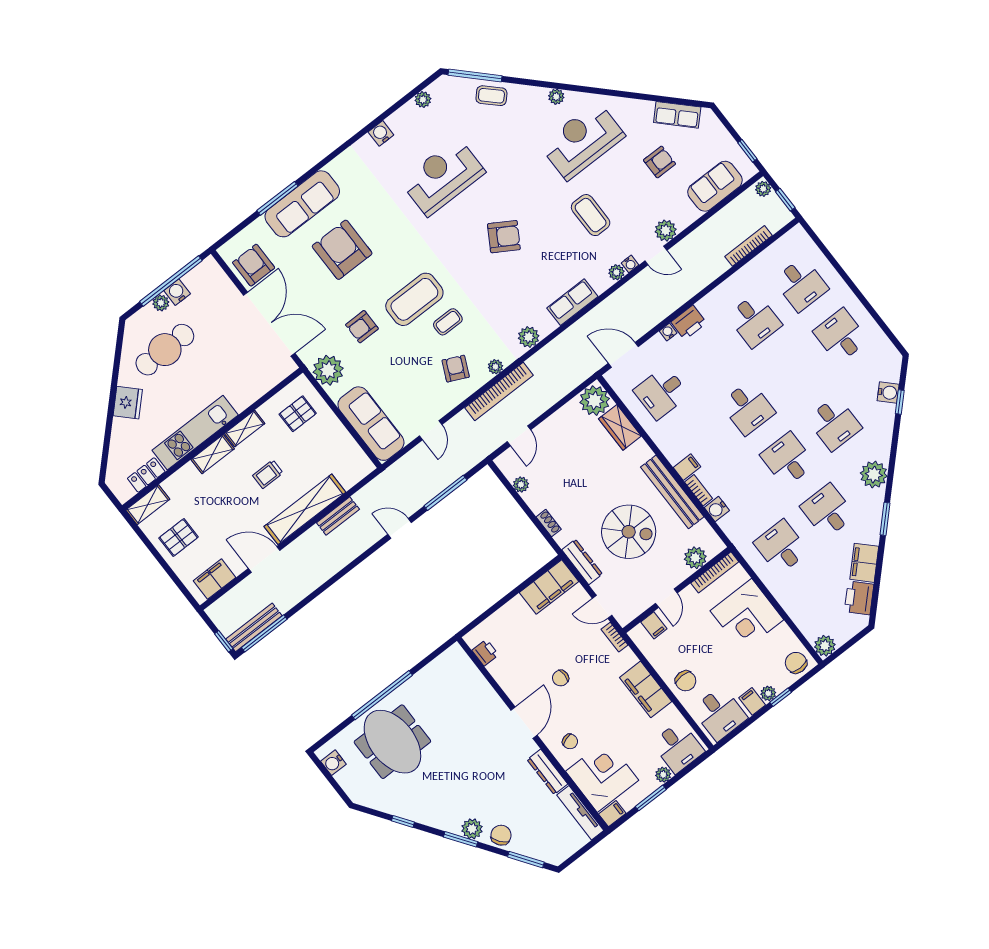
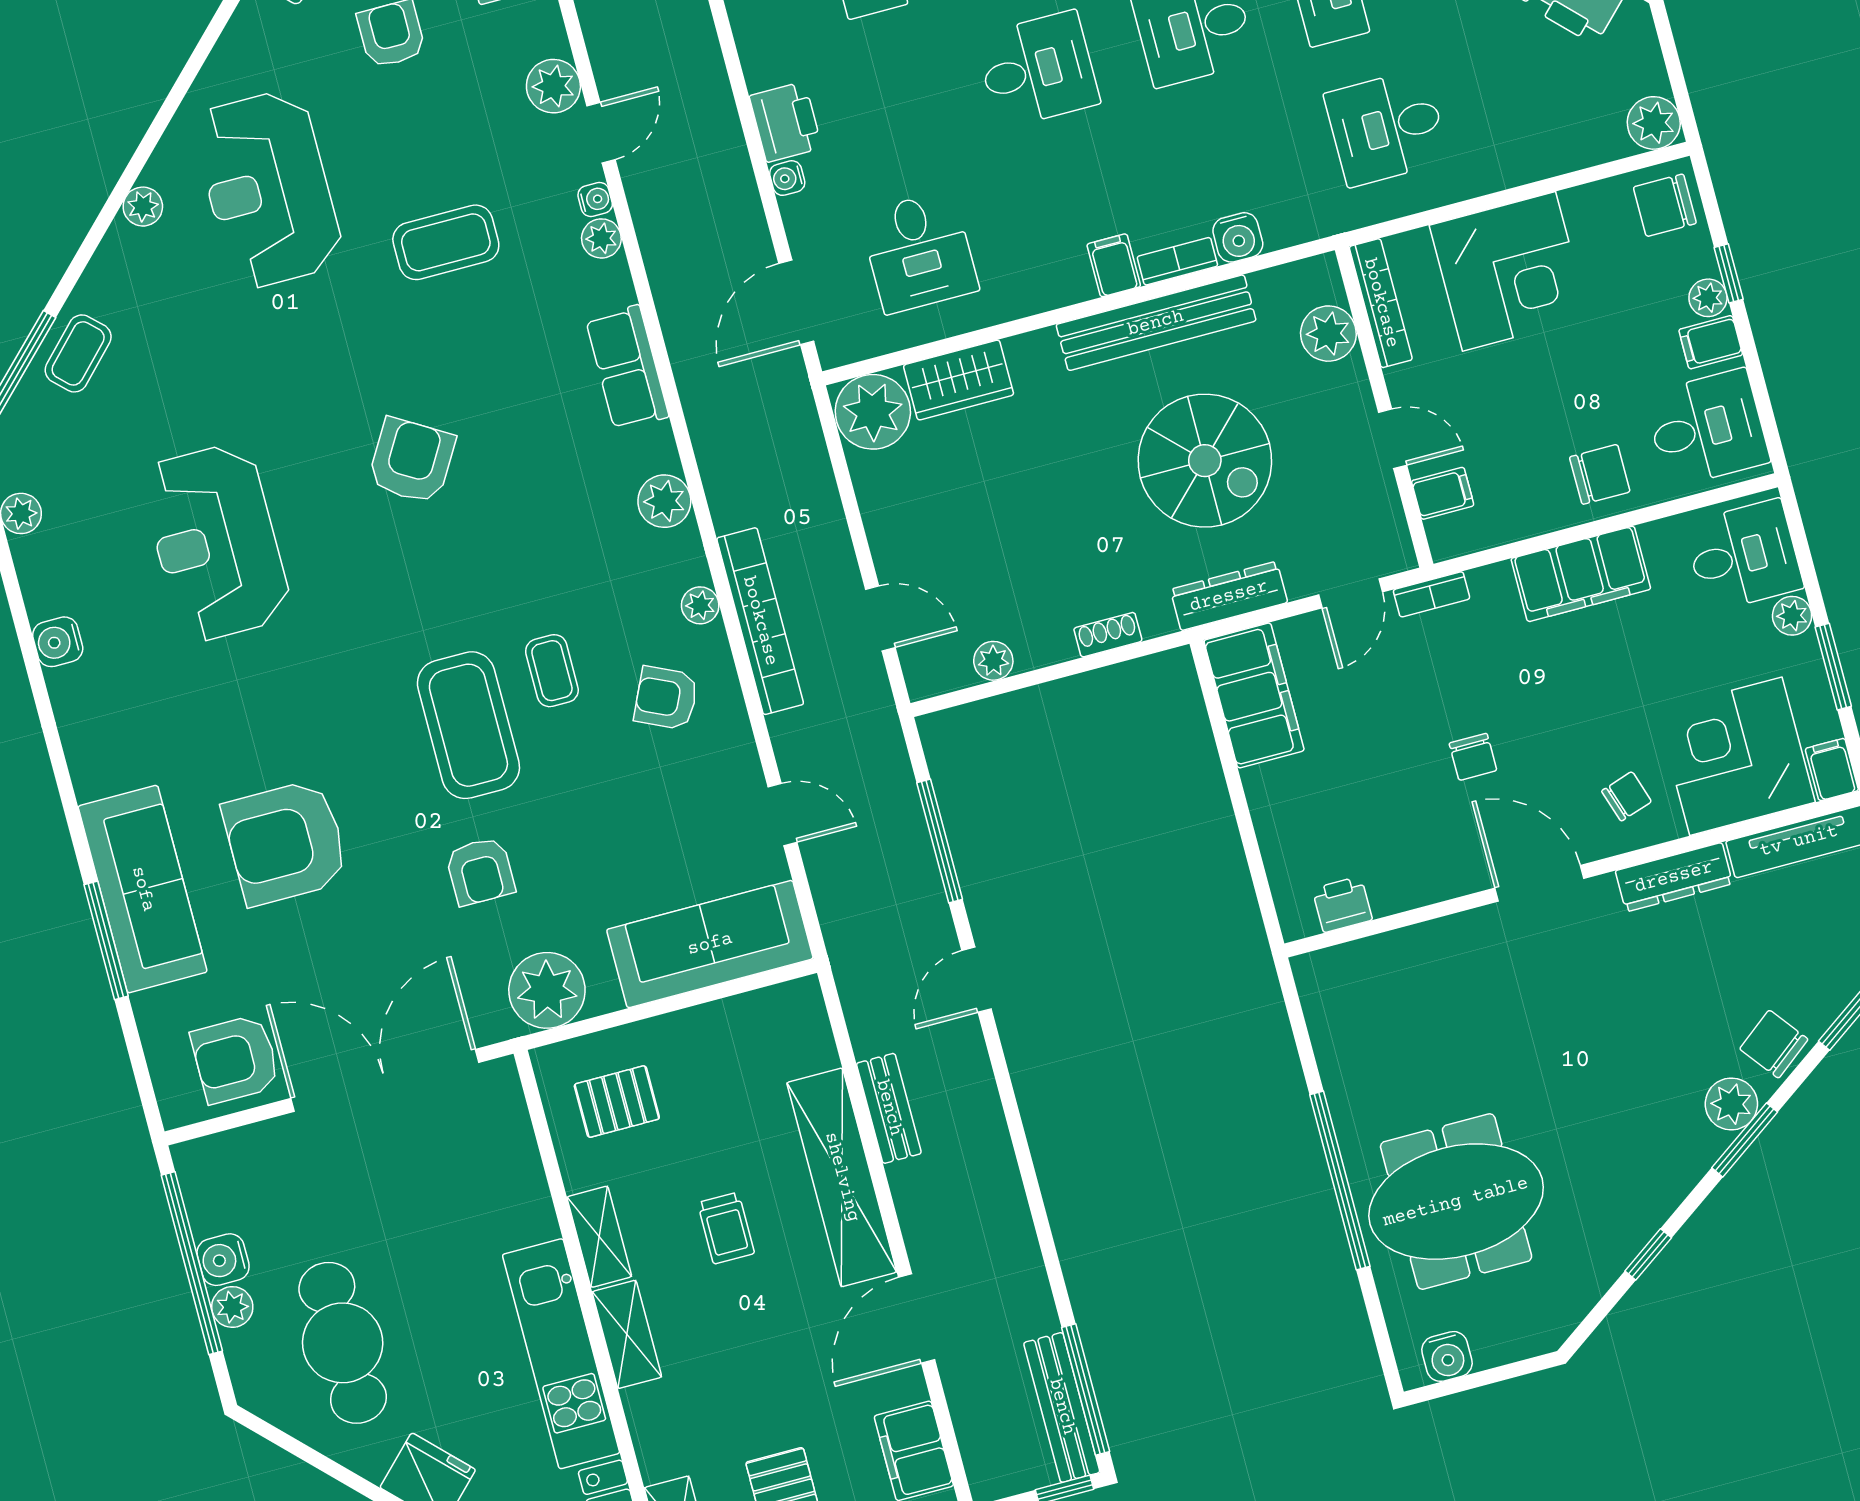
pallet: (298, 414) -> (617, 1102), turned 90
spiral stairs: (629, 532) -> (1205, 461), turned 90

